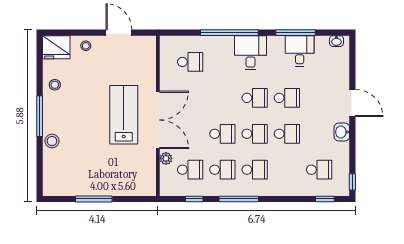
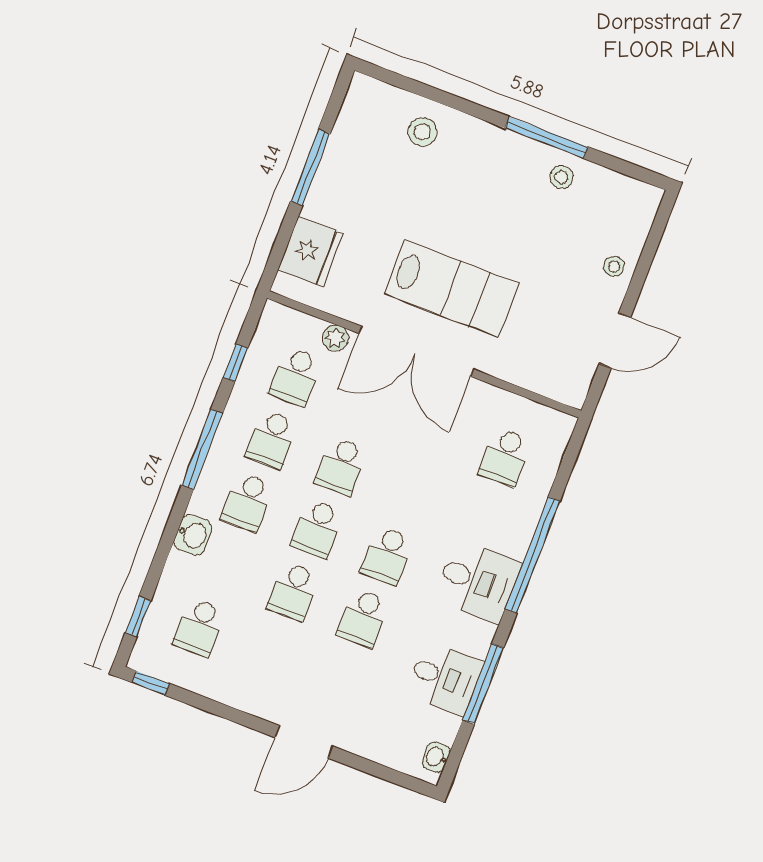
fridge: (56, 47) -> (310, 252), moved, turned 180
window: (40, 116) -> (547, 138), moved
washbasin: (342, 132) -> (193, 535), moved, turned 90
stool: (52, 141) -> (422, 132), moved

